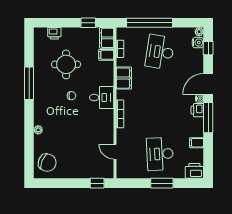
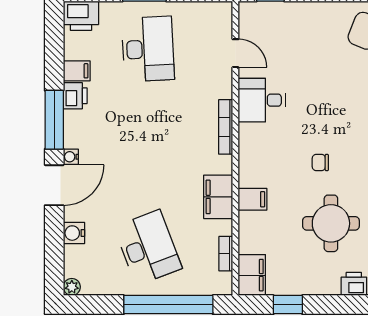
water cooler: (198, 43) -> (74, 233), moved
window: (208, 48) -> (54, 255), removed
desk: (160, 52) -> (148, 248), turned -30
filing cabinet: (106, 55) -> (253, 199), moved
desk: (102, 98) -> (262, 100), moved
printer: (197, 110) -> (75, 96), moved

